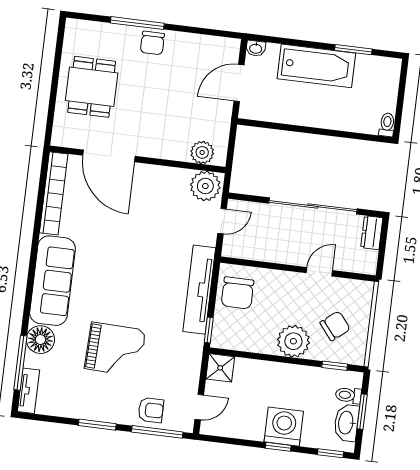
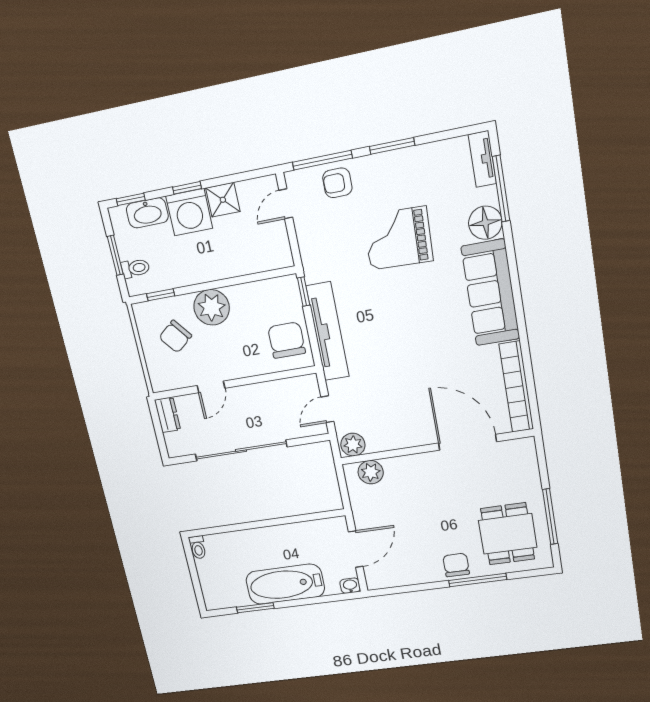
window: (57, 67) -> (550, 517), added
dining table: (92, 87) -> (508, 534), moved
plant: (205, 186) -> (353, 445), width x0.73, depth x0.73
dresser: (372, 233) -> (167, 415), moved
shower: (220, 368) -> (223, 200), moved
washbasin: (346, 423) -> (147, 213), moved, turned 90

